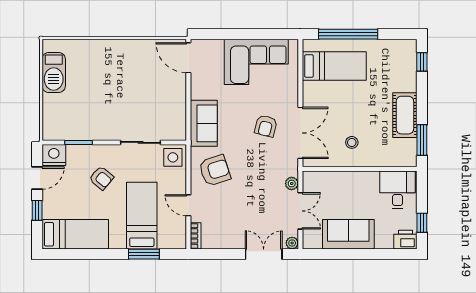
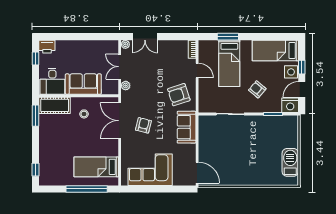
cot: (405, 115) -> (55, 105), moved, turned 90
side table: (173, 157) -> (291, 72), moved
sofa: (348, 234) -> (83, 84), moved, turned 180

